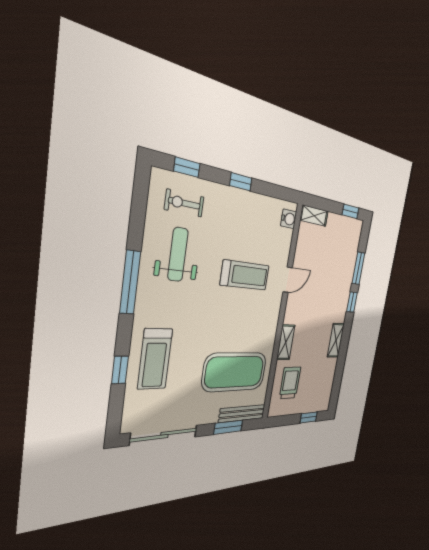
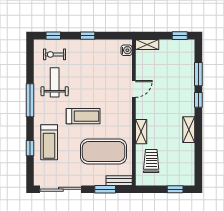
treadmill: (245, 275) -> (83, 116), moved
bench: (242, 413) -> (119, 181), width x0.73

